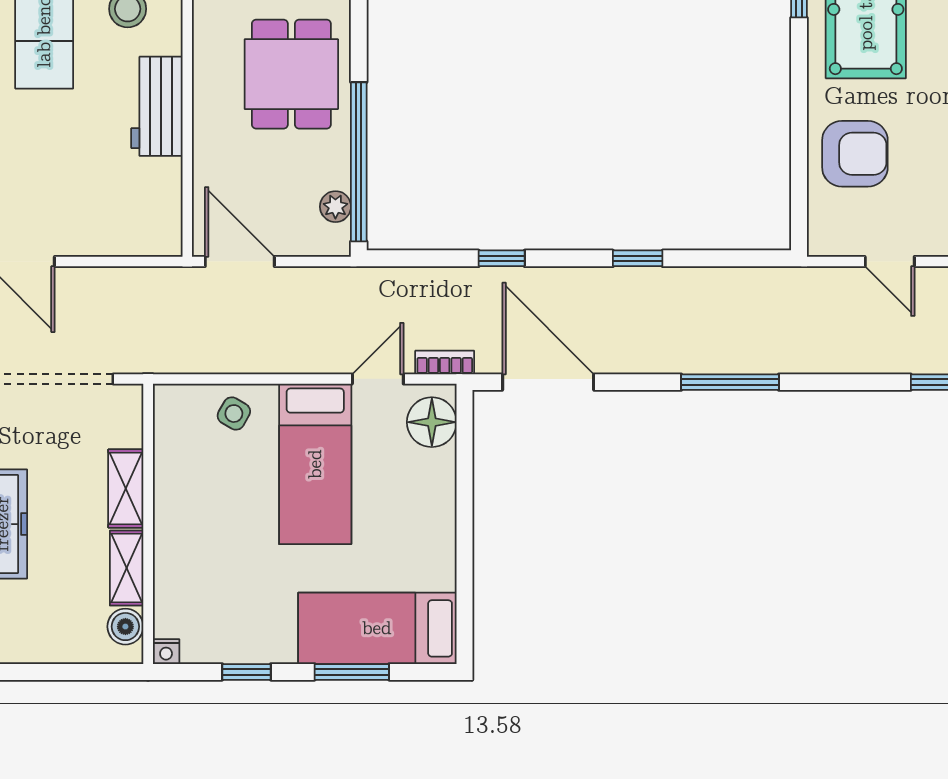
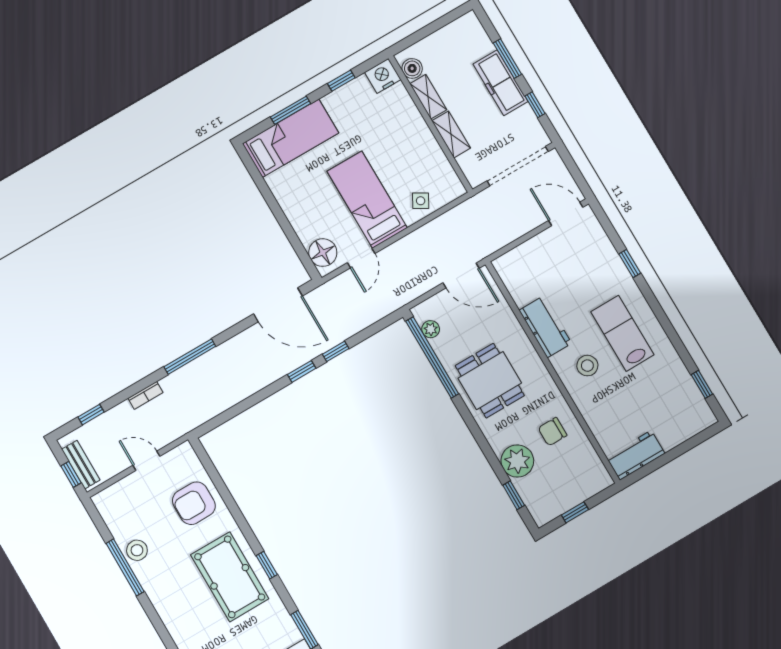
window: (638, 258) -> (302, 371), moved
bookcase: (445, 362) -> (146, 395), moved
nightstand: (166, 652) -> (383, 76), width x1.89, depth x1.79

